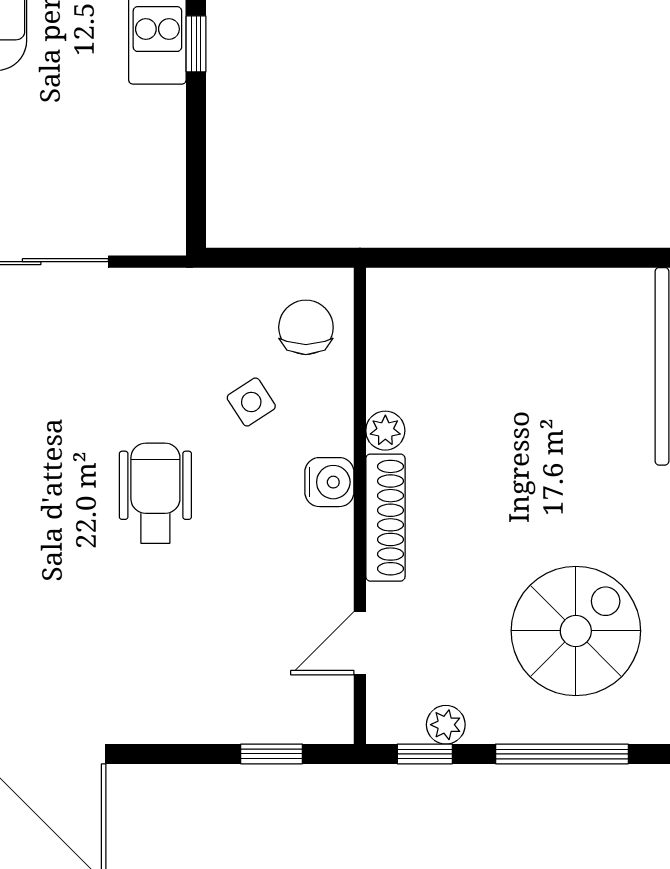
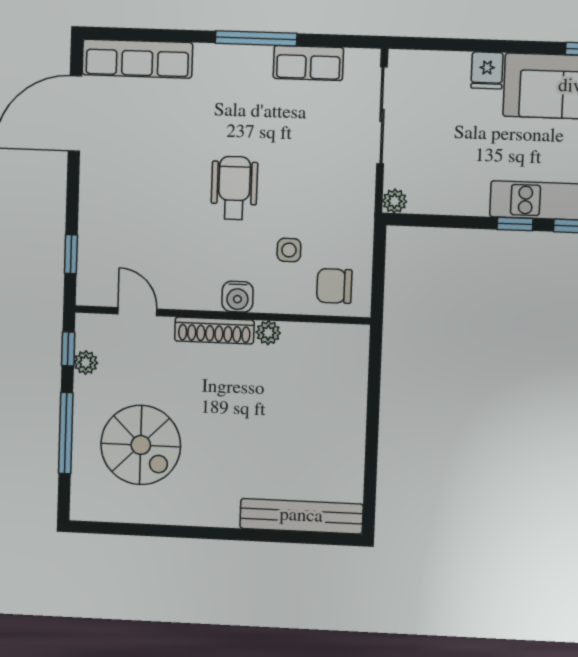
plant: (167, 236) -> (395, 201), added
chair: (306, 327) -> (334, 286), turned 180
side table: (251, 402) -> (289, 250), turned 33
wheelchair: (155, 493) -> (234, 188), turned -90

